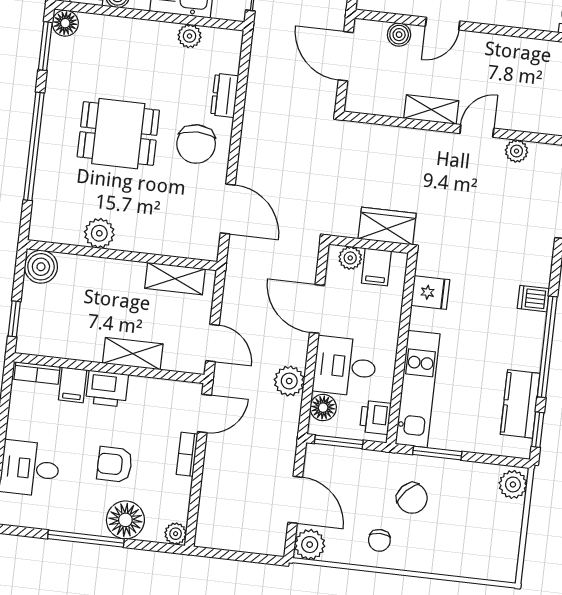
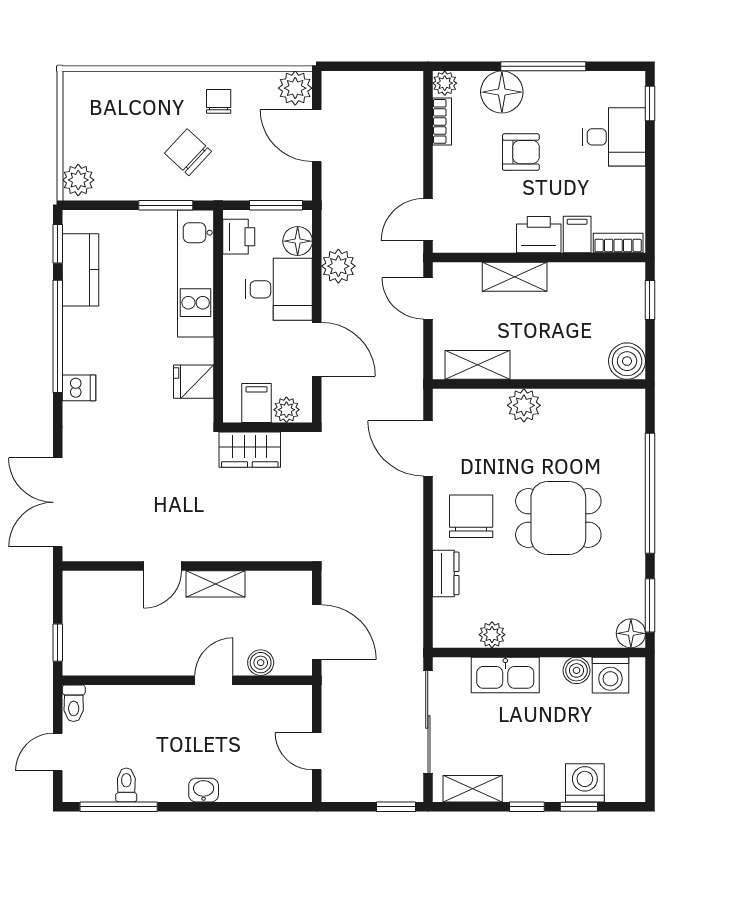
plant: (517, 151) -> (116, 549), removed
plant: (99, 233) -> (524, 405), moved
bookcase: (187, 454) -> (442, 121), moved

